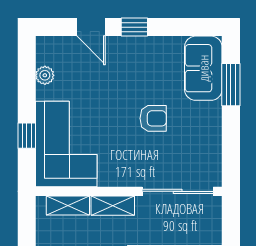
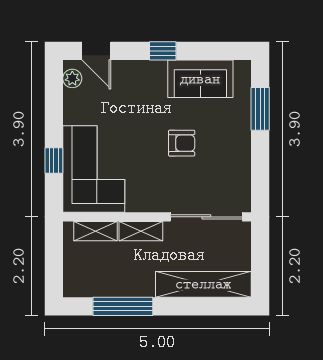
door: (91, 27) -> (96, 51), moved
sofa: (203, 68) -> (200, 79), moved, turned -90
plant: (45, 75) -> (72, 78), moved

